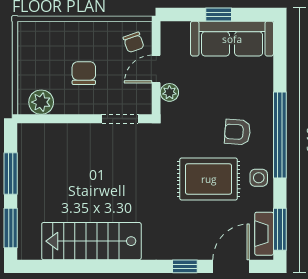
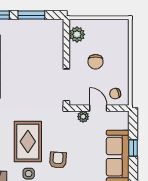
chair: (84, 73) -> (96, 62), turned 90
doorway: (120, 119) -> (66, 85), width x1.38

